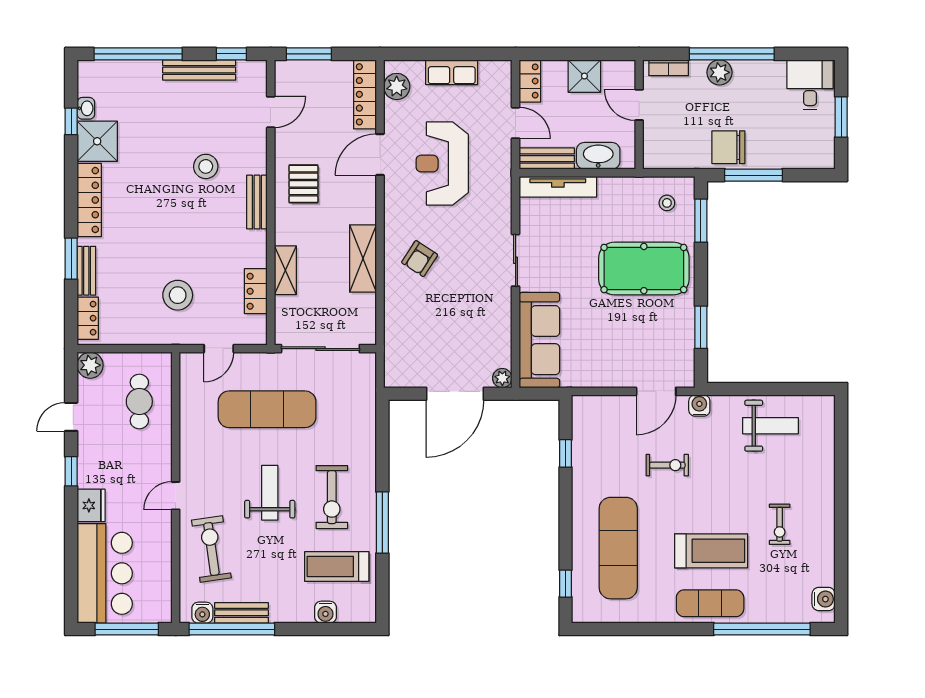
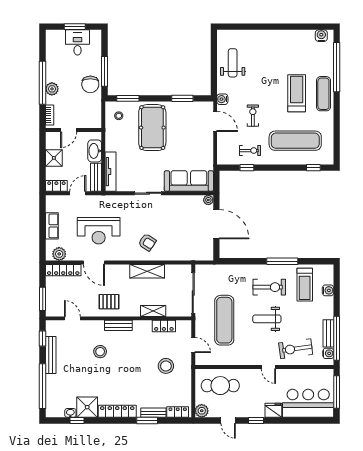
desk: (810, 85) -> (78, 42), moved, turned 90
cafe table: (139, 401) -> (220, 386), width x1.37, depth x1.35
exercise bike: (780, 524) -> (250, 151), moved

